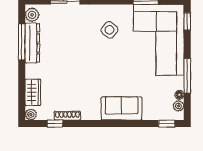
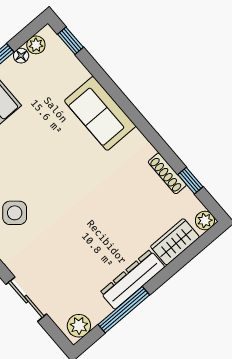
dresser: (32, 43) -> (132, 280), moved

